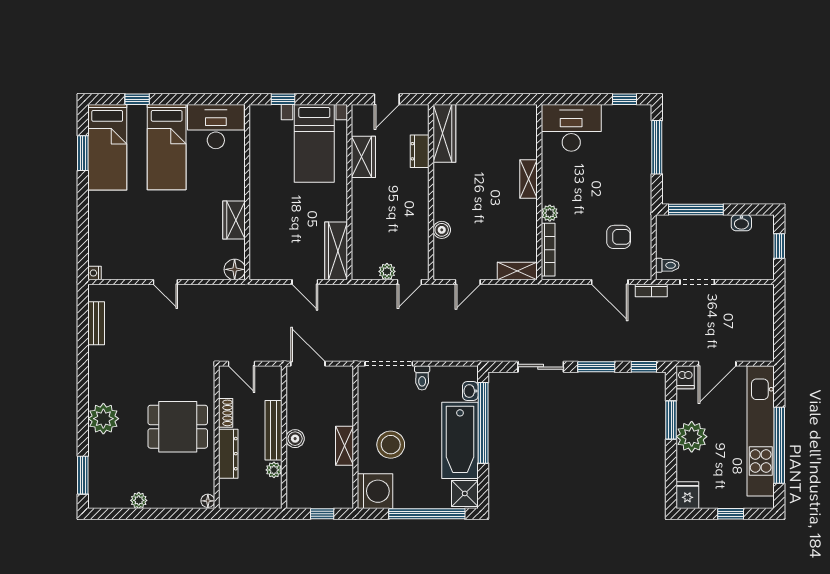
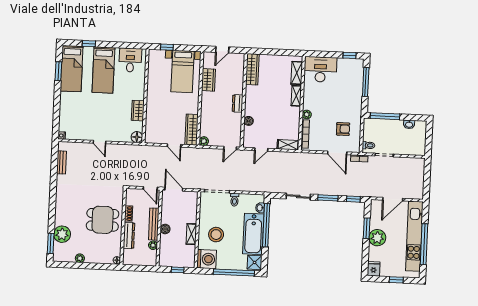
desk: (216, 127) -> (130, 60), width x0.73
shelving: (527, 136) -> (297, 73), added
dresser: (420, 151) -> (238, 103), moved
window: (779, 246) -> (429, 138), removed
plant: (387, 271) -> (204, 141), moved
door: (242, 364) -> (150, 188), moved
dishwasher: (685, 377) -> (375, 206), removed
plant: (103, 419) -> (62, 234), moved

